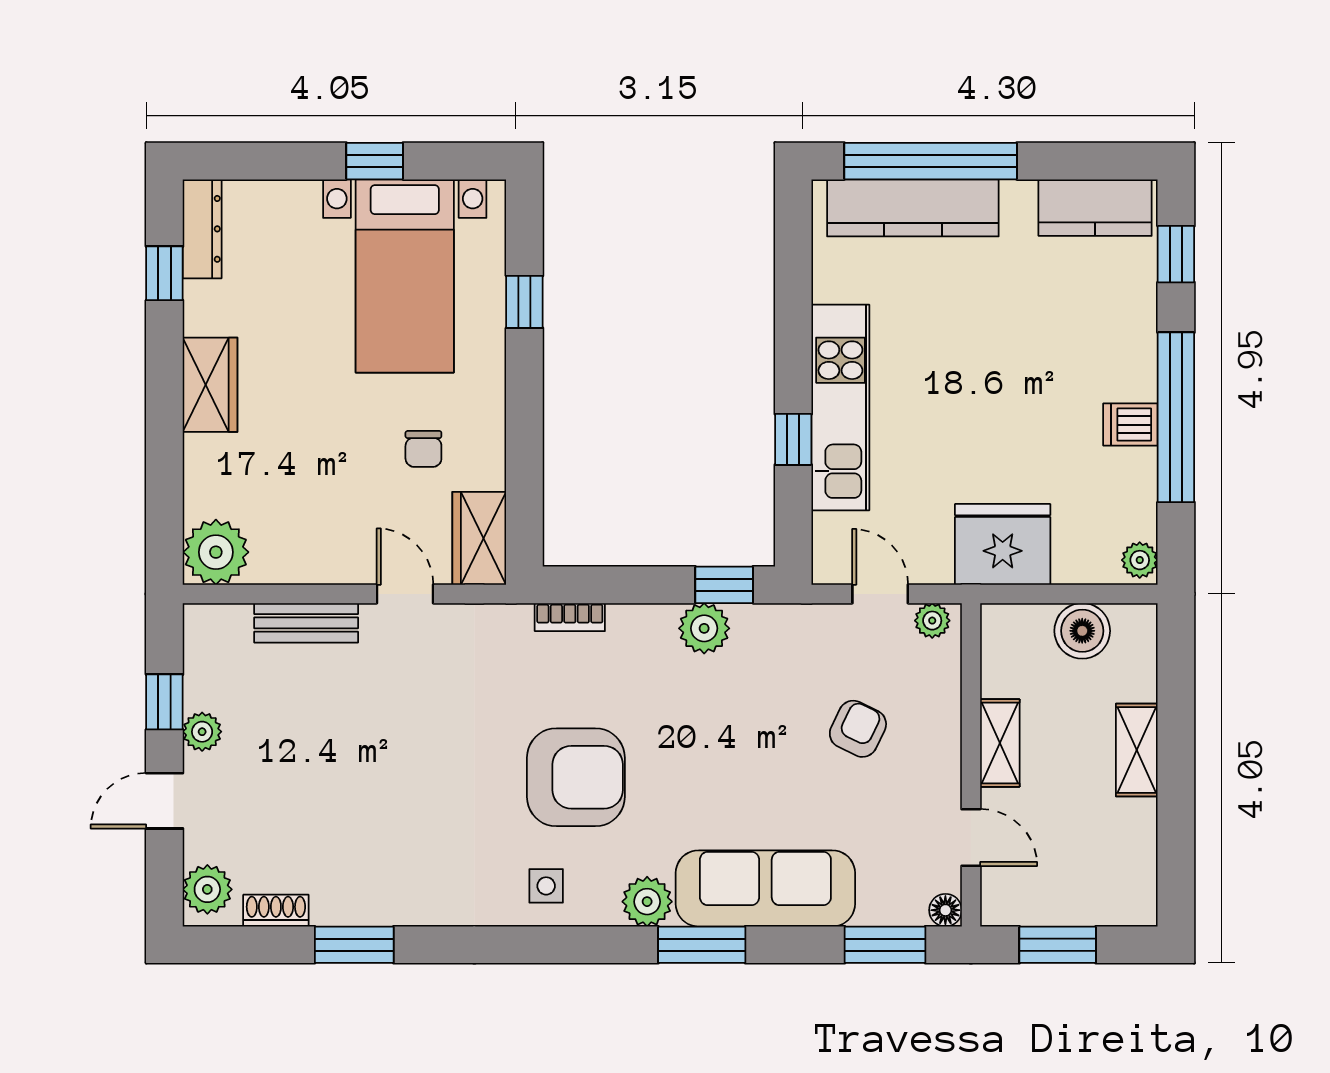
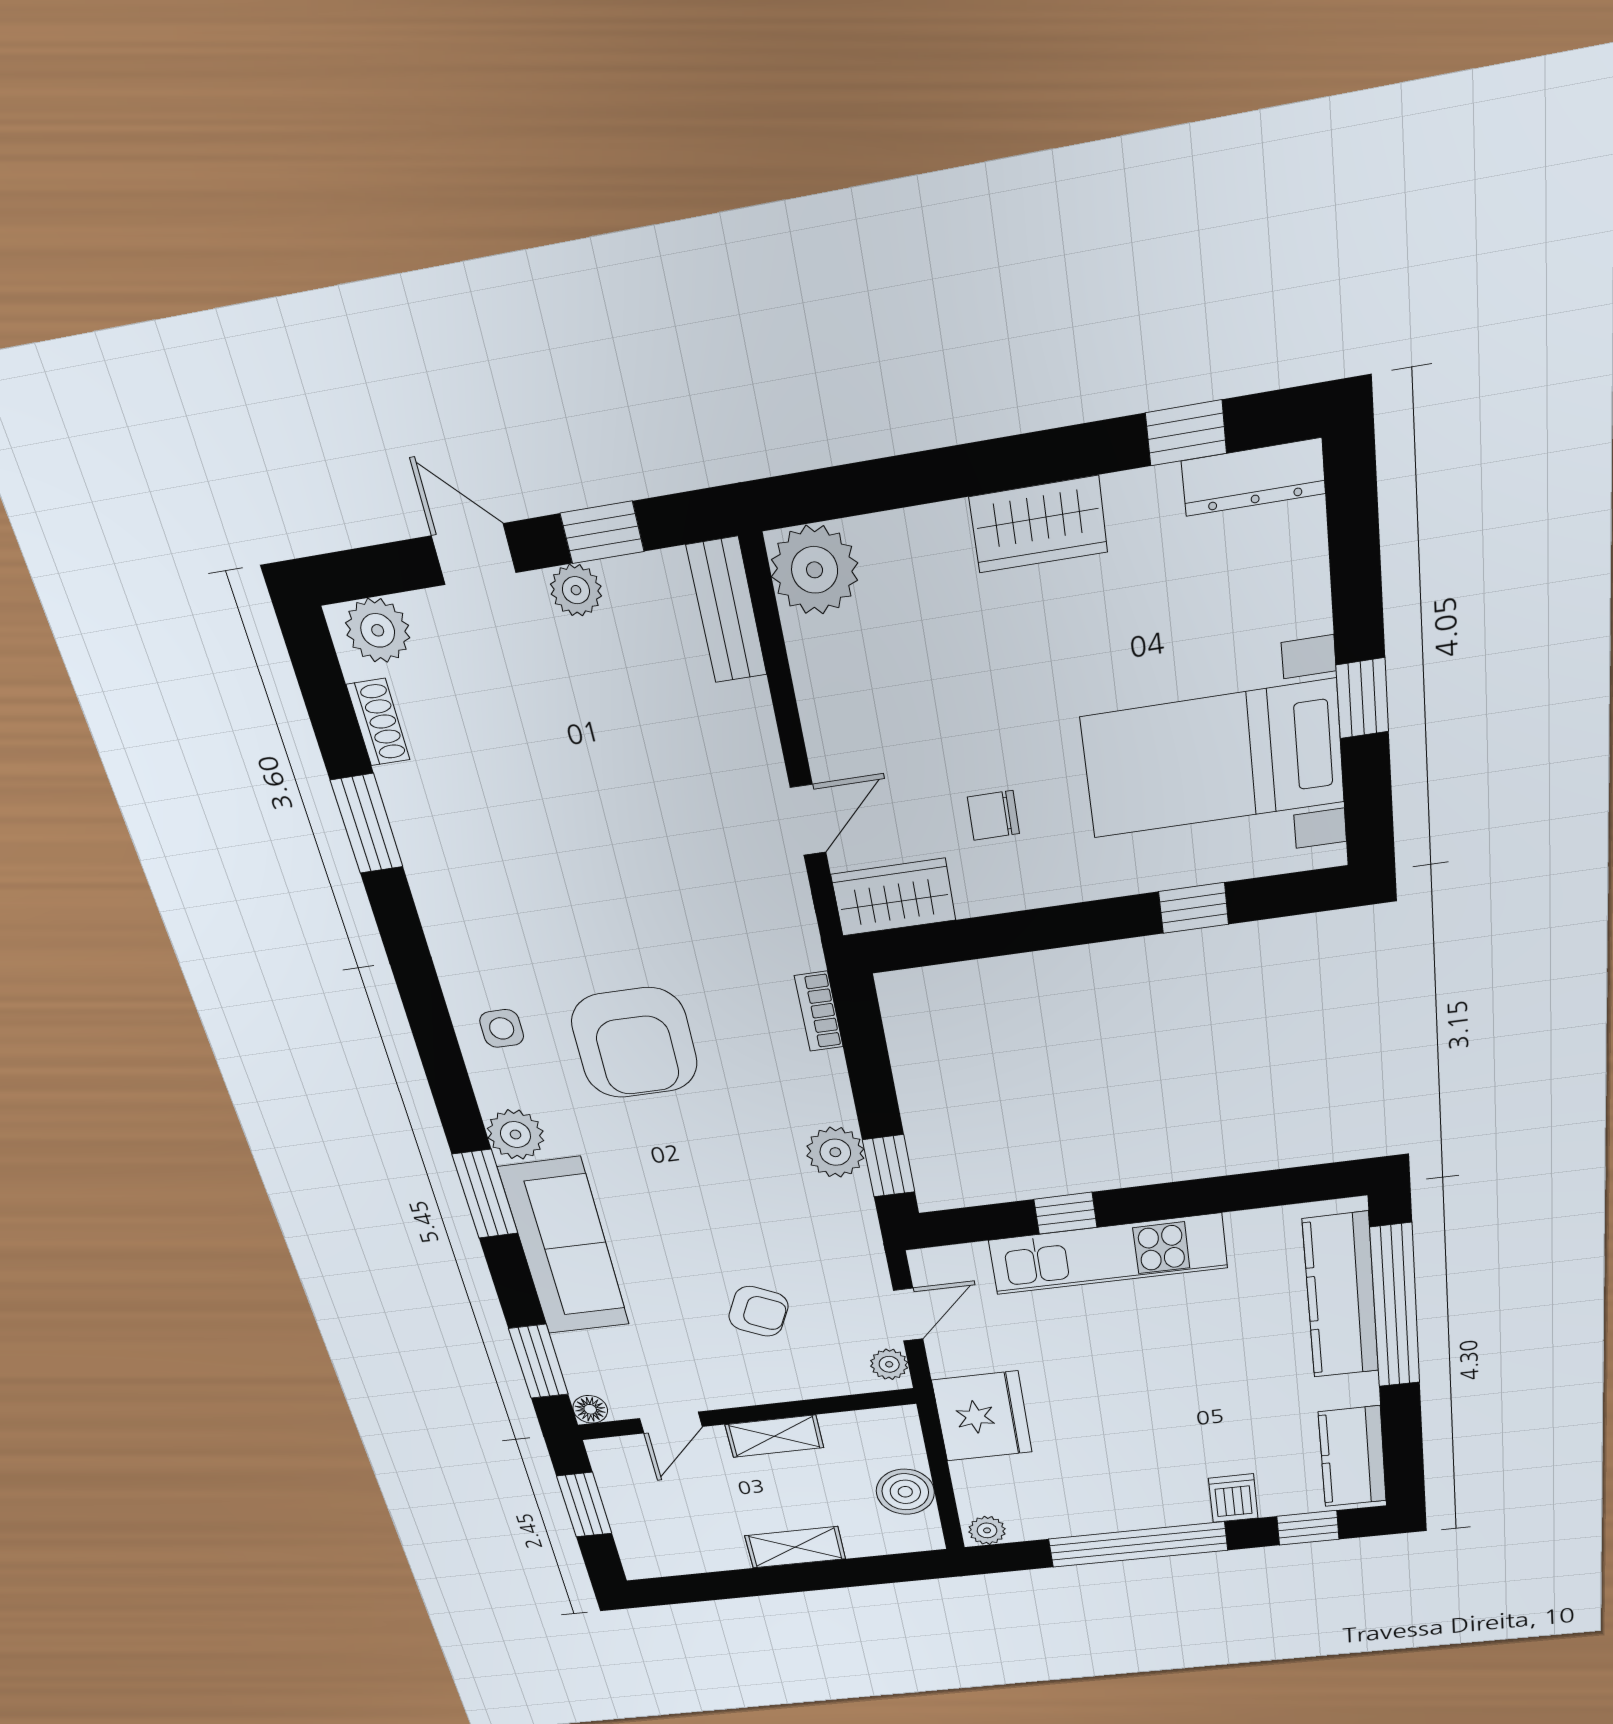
dishwasher: (1130, 425) -> (1233, 1498), moved
bench: (306, 623) -> (727, 610), moved

